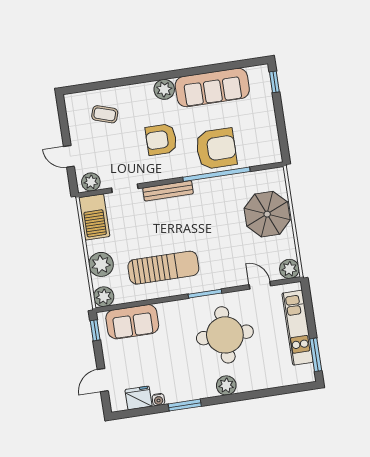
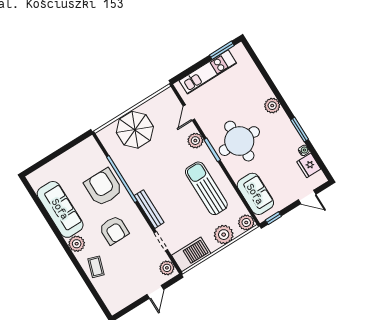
window: (274, 82) -> (37, 166), removed
coffee table: (105, 114) -> (96, 267), moved
plant: (289, 269) -> (195, 141), moved
round table: (225, 335) -> (239, 141), moved

